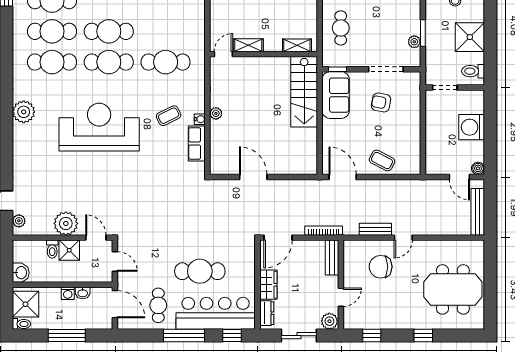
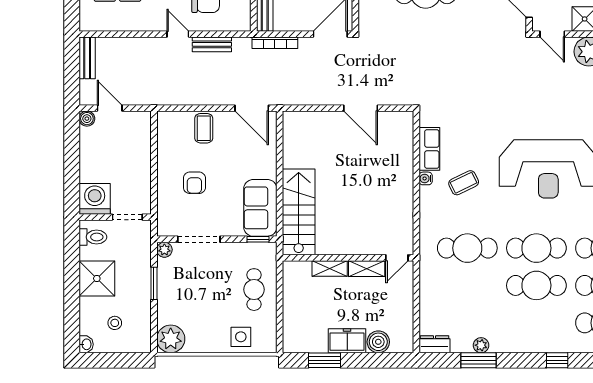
plant: (414, 42) -> (164, 250), moved
shelving: (297, 45) -> (330, 268), moved
armchair: (381, 102) -> (194, 183), moved, turned 79
plant: (216, 113) -> (406, 186), removed
washing machine: (472, 127) -> (95, 199), moved, turned -90
coffee table: (382, 160) -> (204, 128), turned 63
bench: (478, 212) -> (87, 58), width x0.73
door: (403, 238) -> (178, 34), hinge flipped

